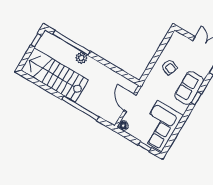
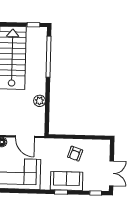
plant: (81, 58) -> (40, 101), moved
door: (130, 103) -> (25, 137), swing flipped

